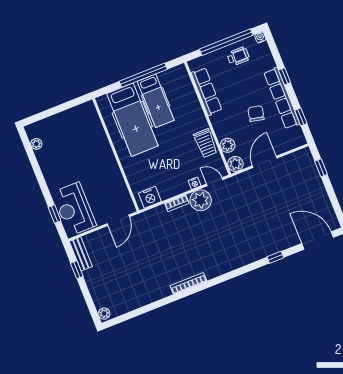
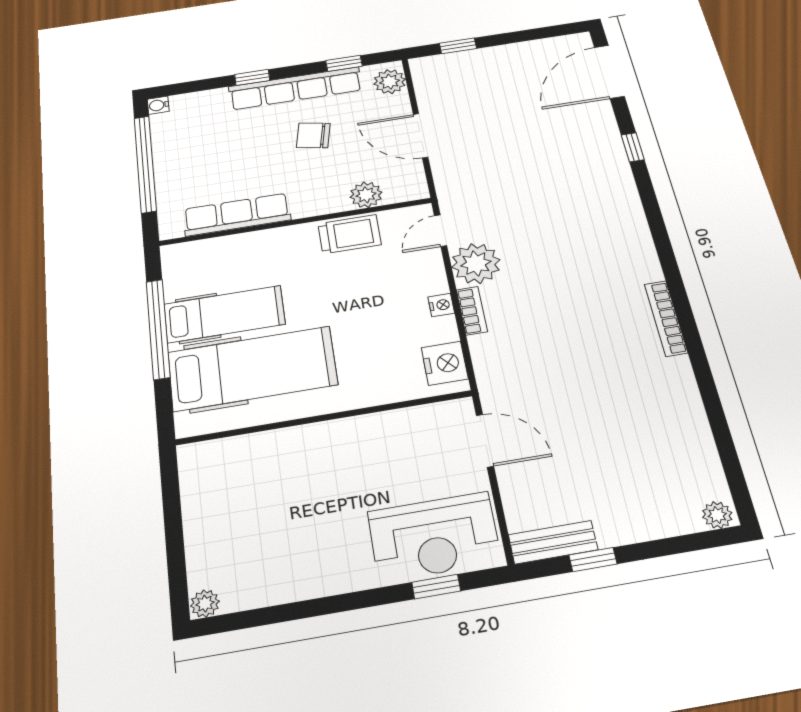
wheelchair: (238, 56) -> (182, 148), removed
plant: (36, 144) -> (205, 604), moved
plant: (235, 164) -> (390, 82), moved
nightstand: (195, 183) -> (441, 305), moved

